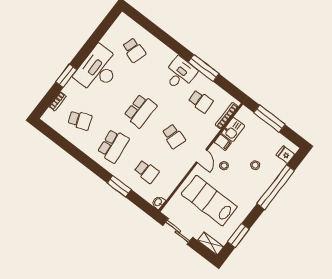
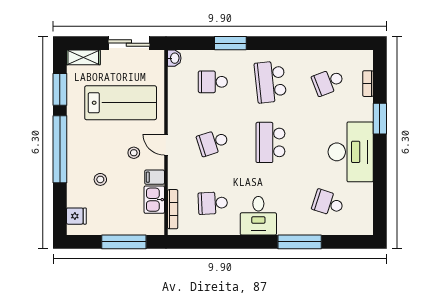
window: (204, 68) -> (300, 242), moved
school desk: (174, 136) -> (213, 142), turned -36
window: (276, 187) -> (60, 149), moved

